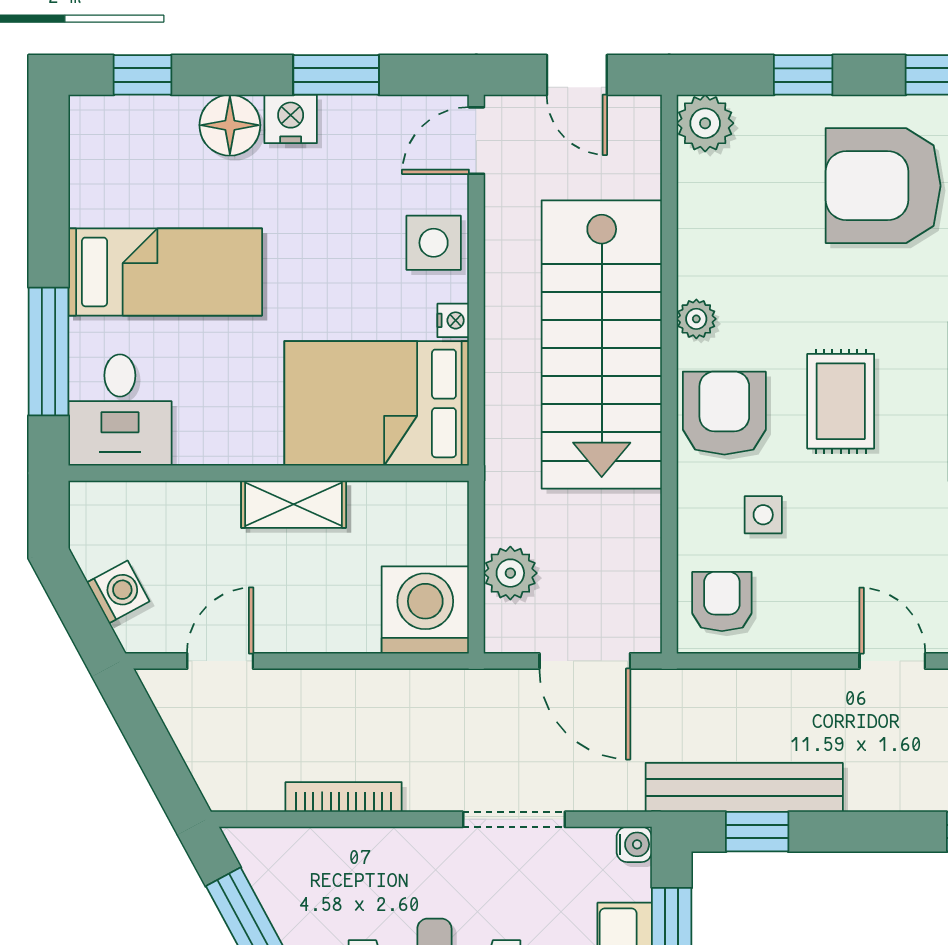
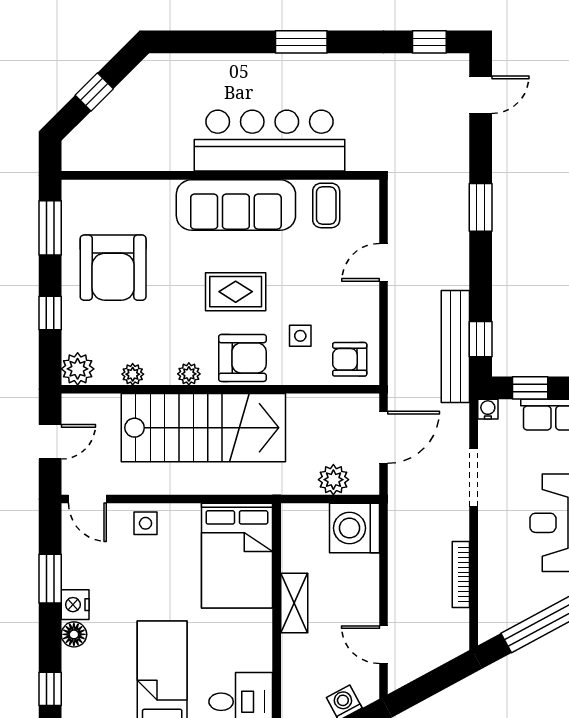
floor lamp: (230, 125) -> (74, 634), width x0.73, depth x0.73
plant: (696, 220) -> (133, 374), added
side table: (434, 243) -> (146, 523), width x0.73, depth x0.73
nightstand: (453, 320) -> (190, 512), removed
armchair: (724, 413) -> (242, 358), turned 180

